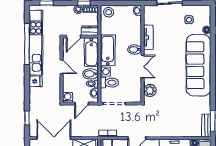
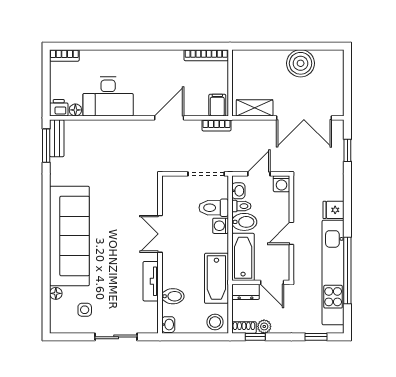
door: (73, 37) -> (272, 282), swing flipped
bathtub: (108, 50) -> (216, 278), moved
bidet: (135, 50) -> (173, 296), moved
door: (62, 67) -> (291, 233), hinge flipped
plant: (150, 90) -> (148, 195), removed

